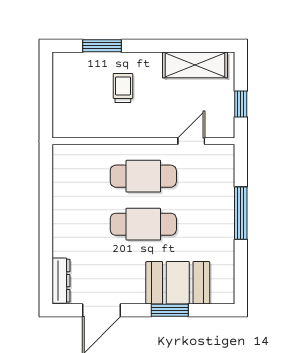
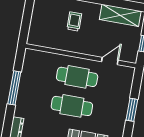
window: (46, 212) -> (14, 88), added
window: (241, 213) -> (132, 110), width x0.69

